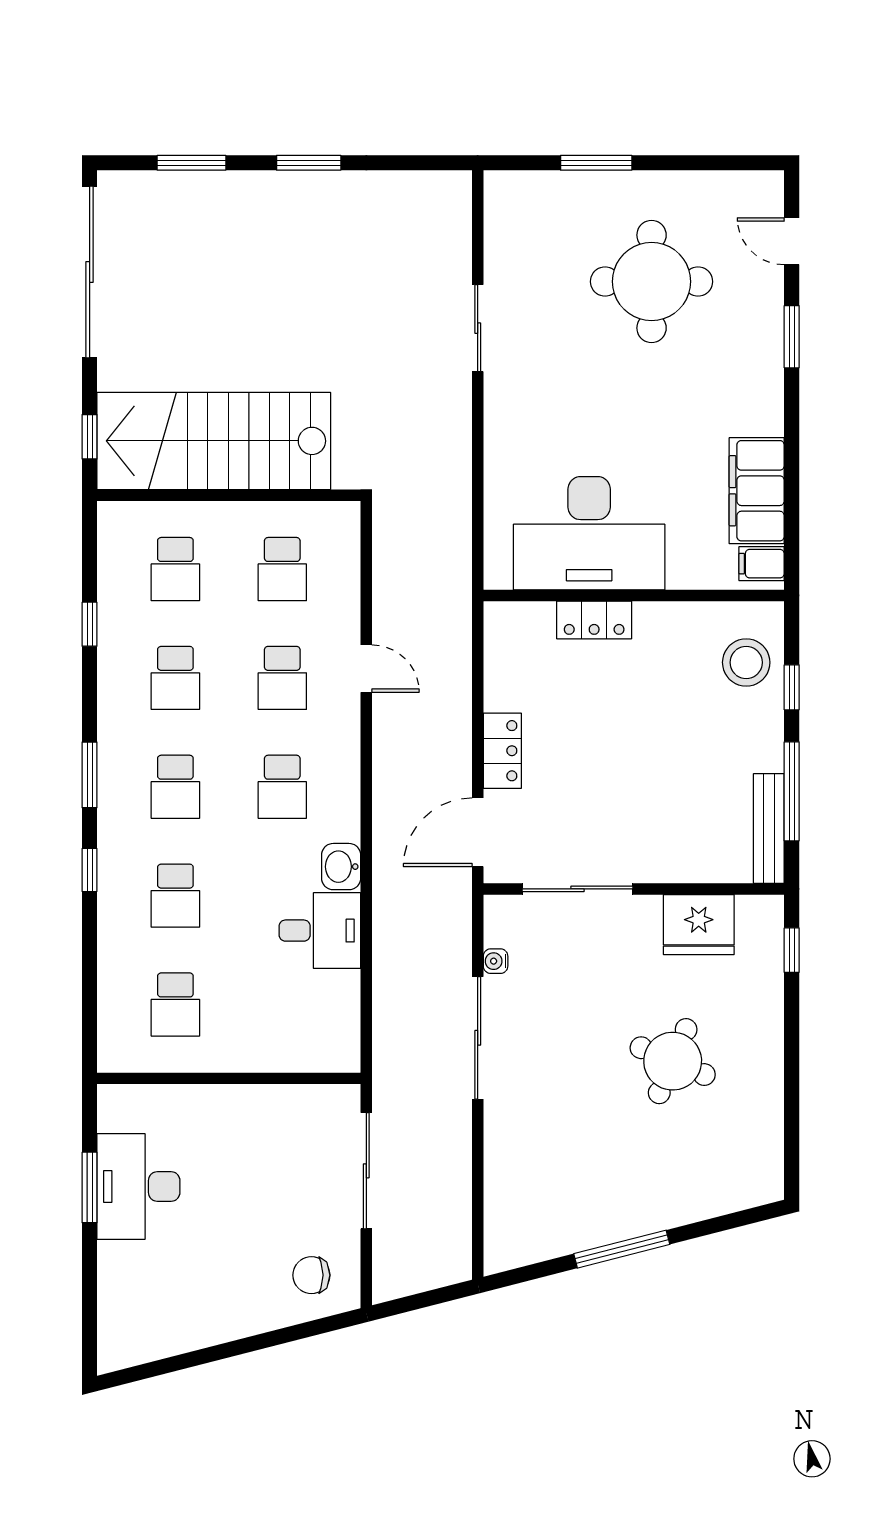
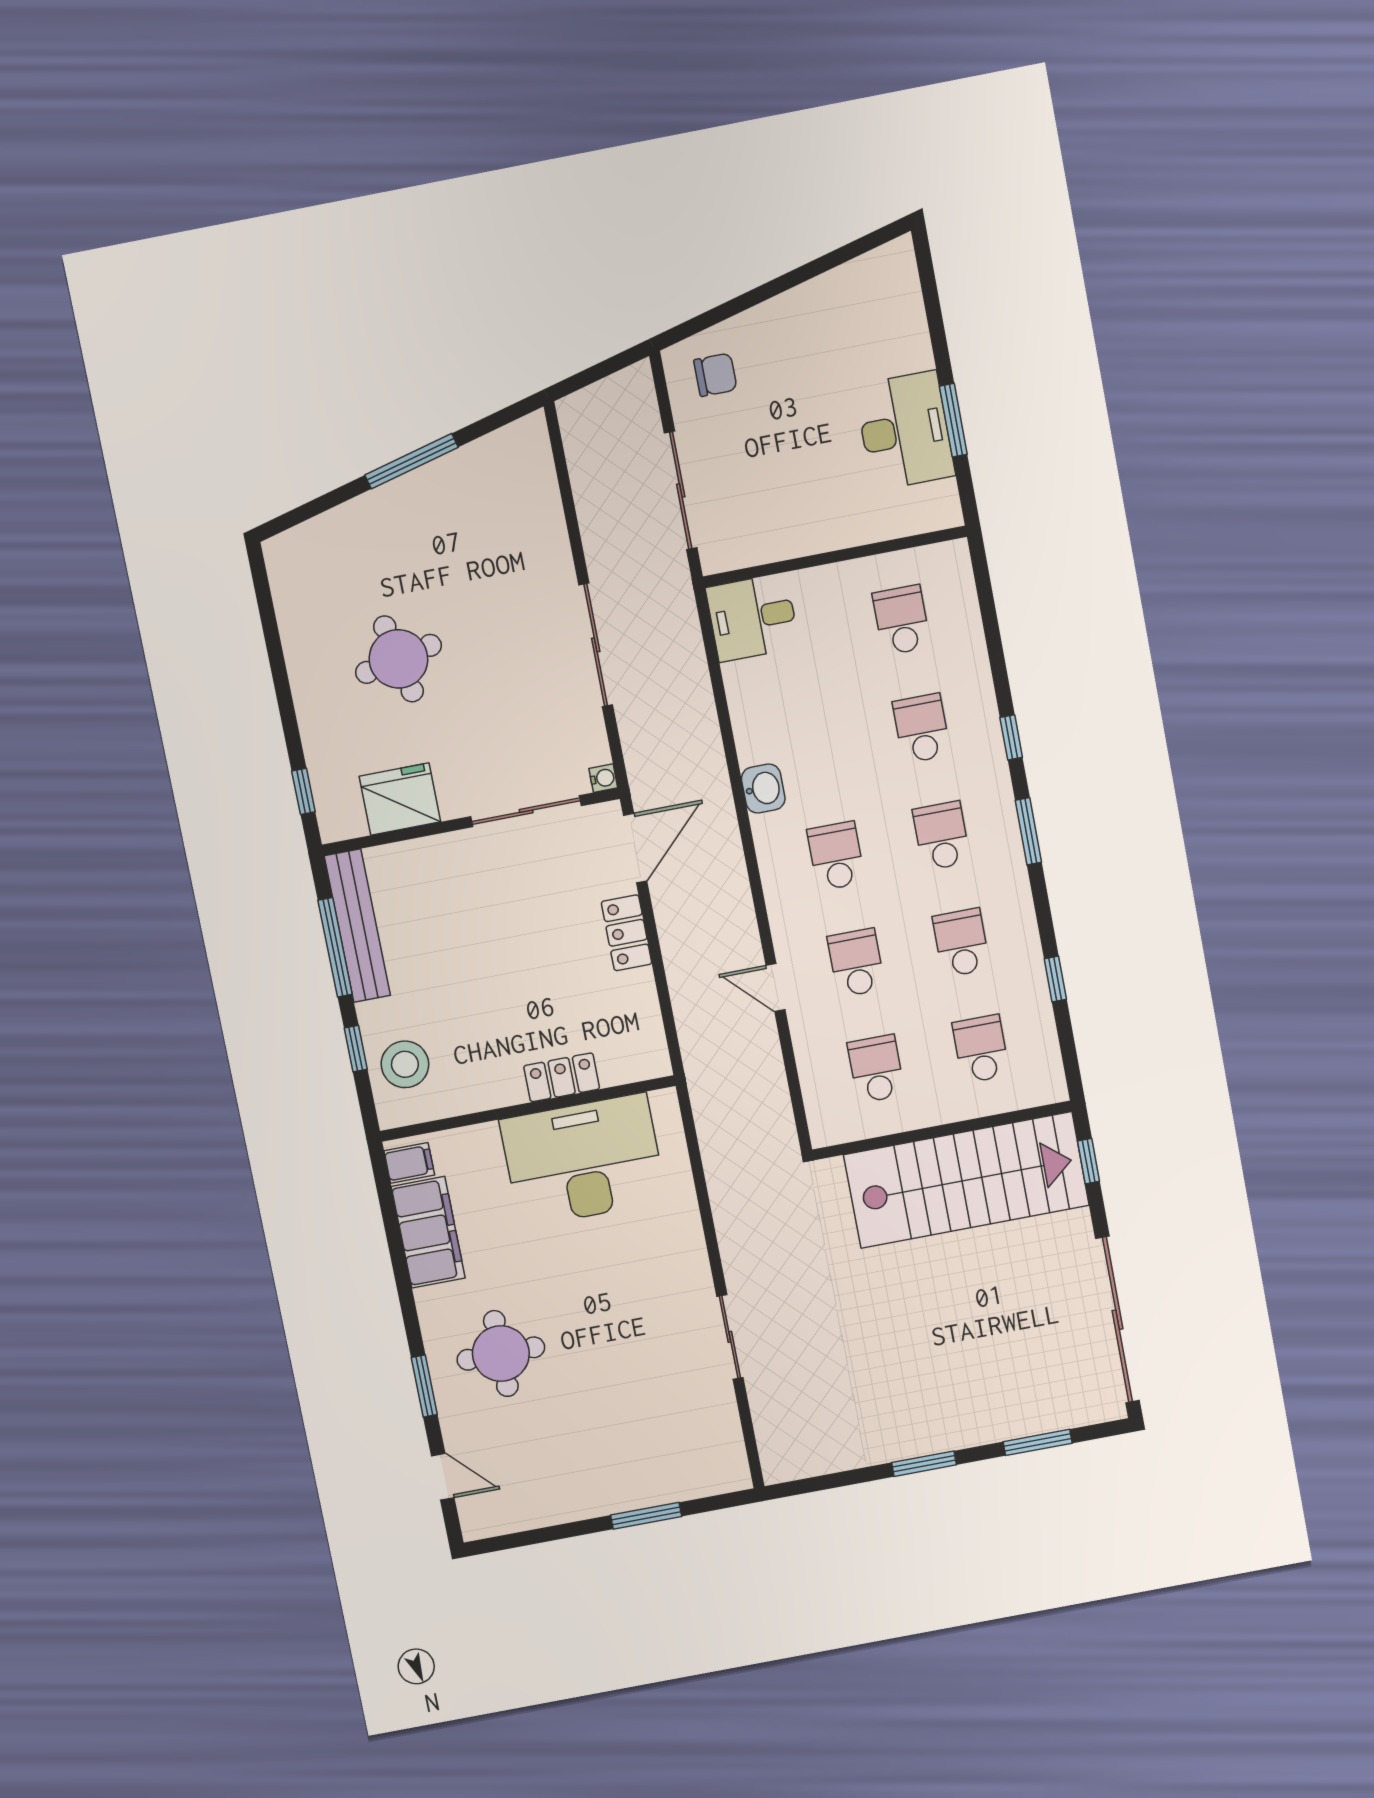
round table: (652, 282) -> (501, 1354), moved, width x0.73, depth x0.73
bench: (769, 829) -> (357, 926), width x1.37, depth x1.21
desk: (320, 931) -> (753, 617), moved
water cooler: (496, 961) -> (603, 778), moved
round table: (673, 1061) -> (398, 659), turned -35

